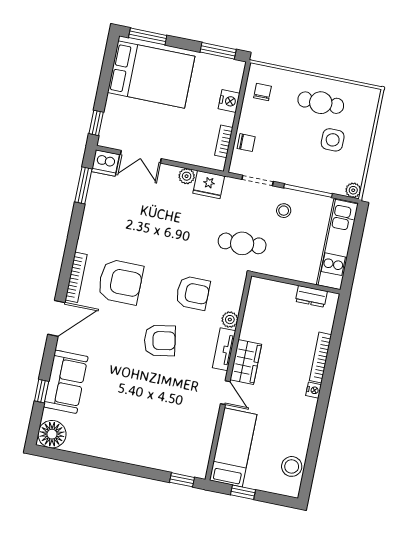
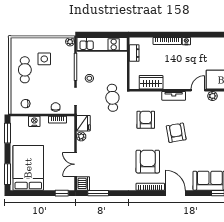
double door: (141, 157) -> (75, 164), swing flipped
plant: (230, 320) -> (212, 96), moved
wardrobe: (246, 362) -> (151, 82), moved

